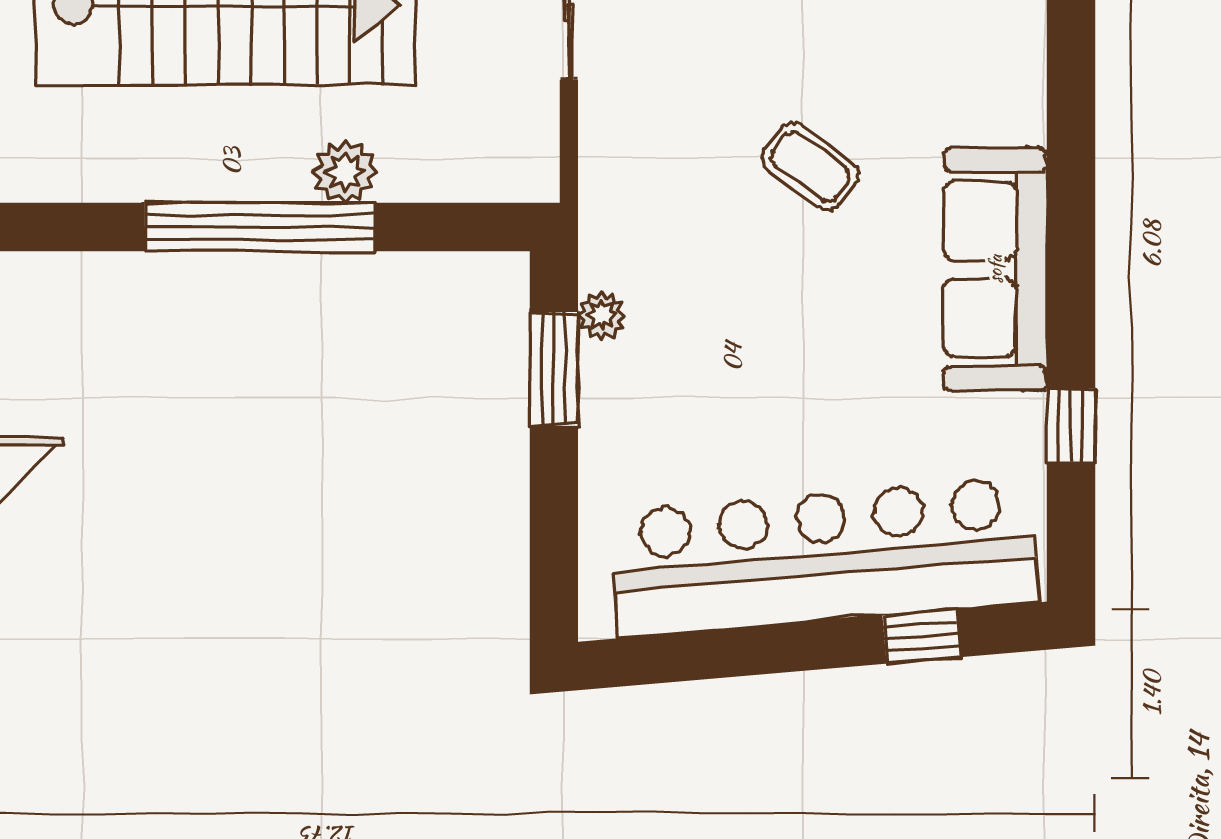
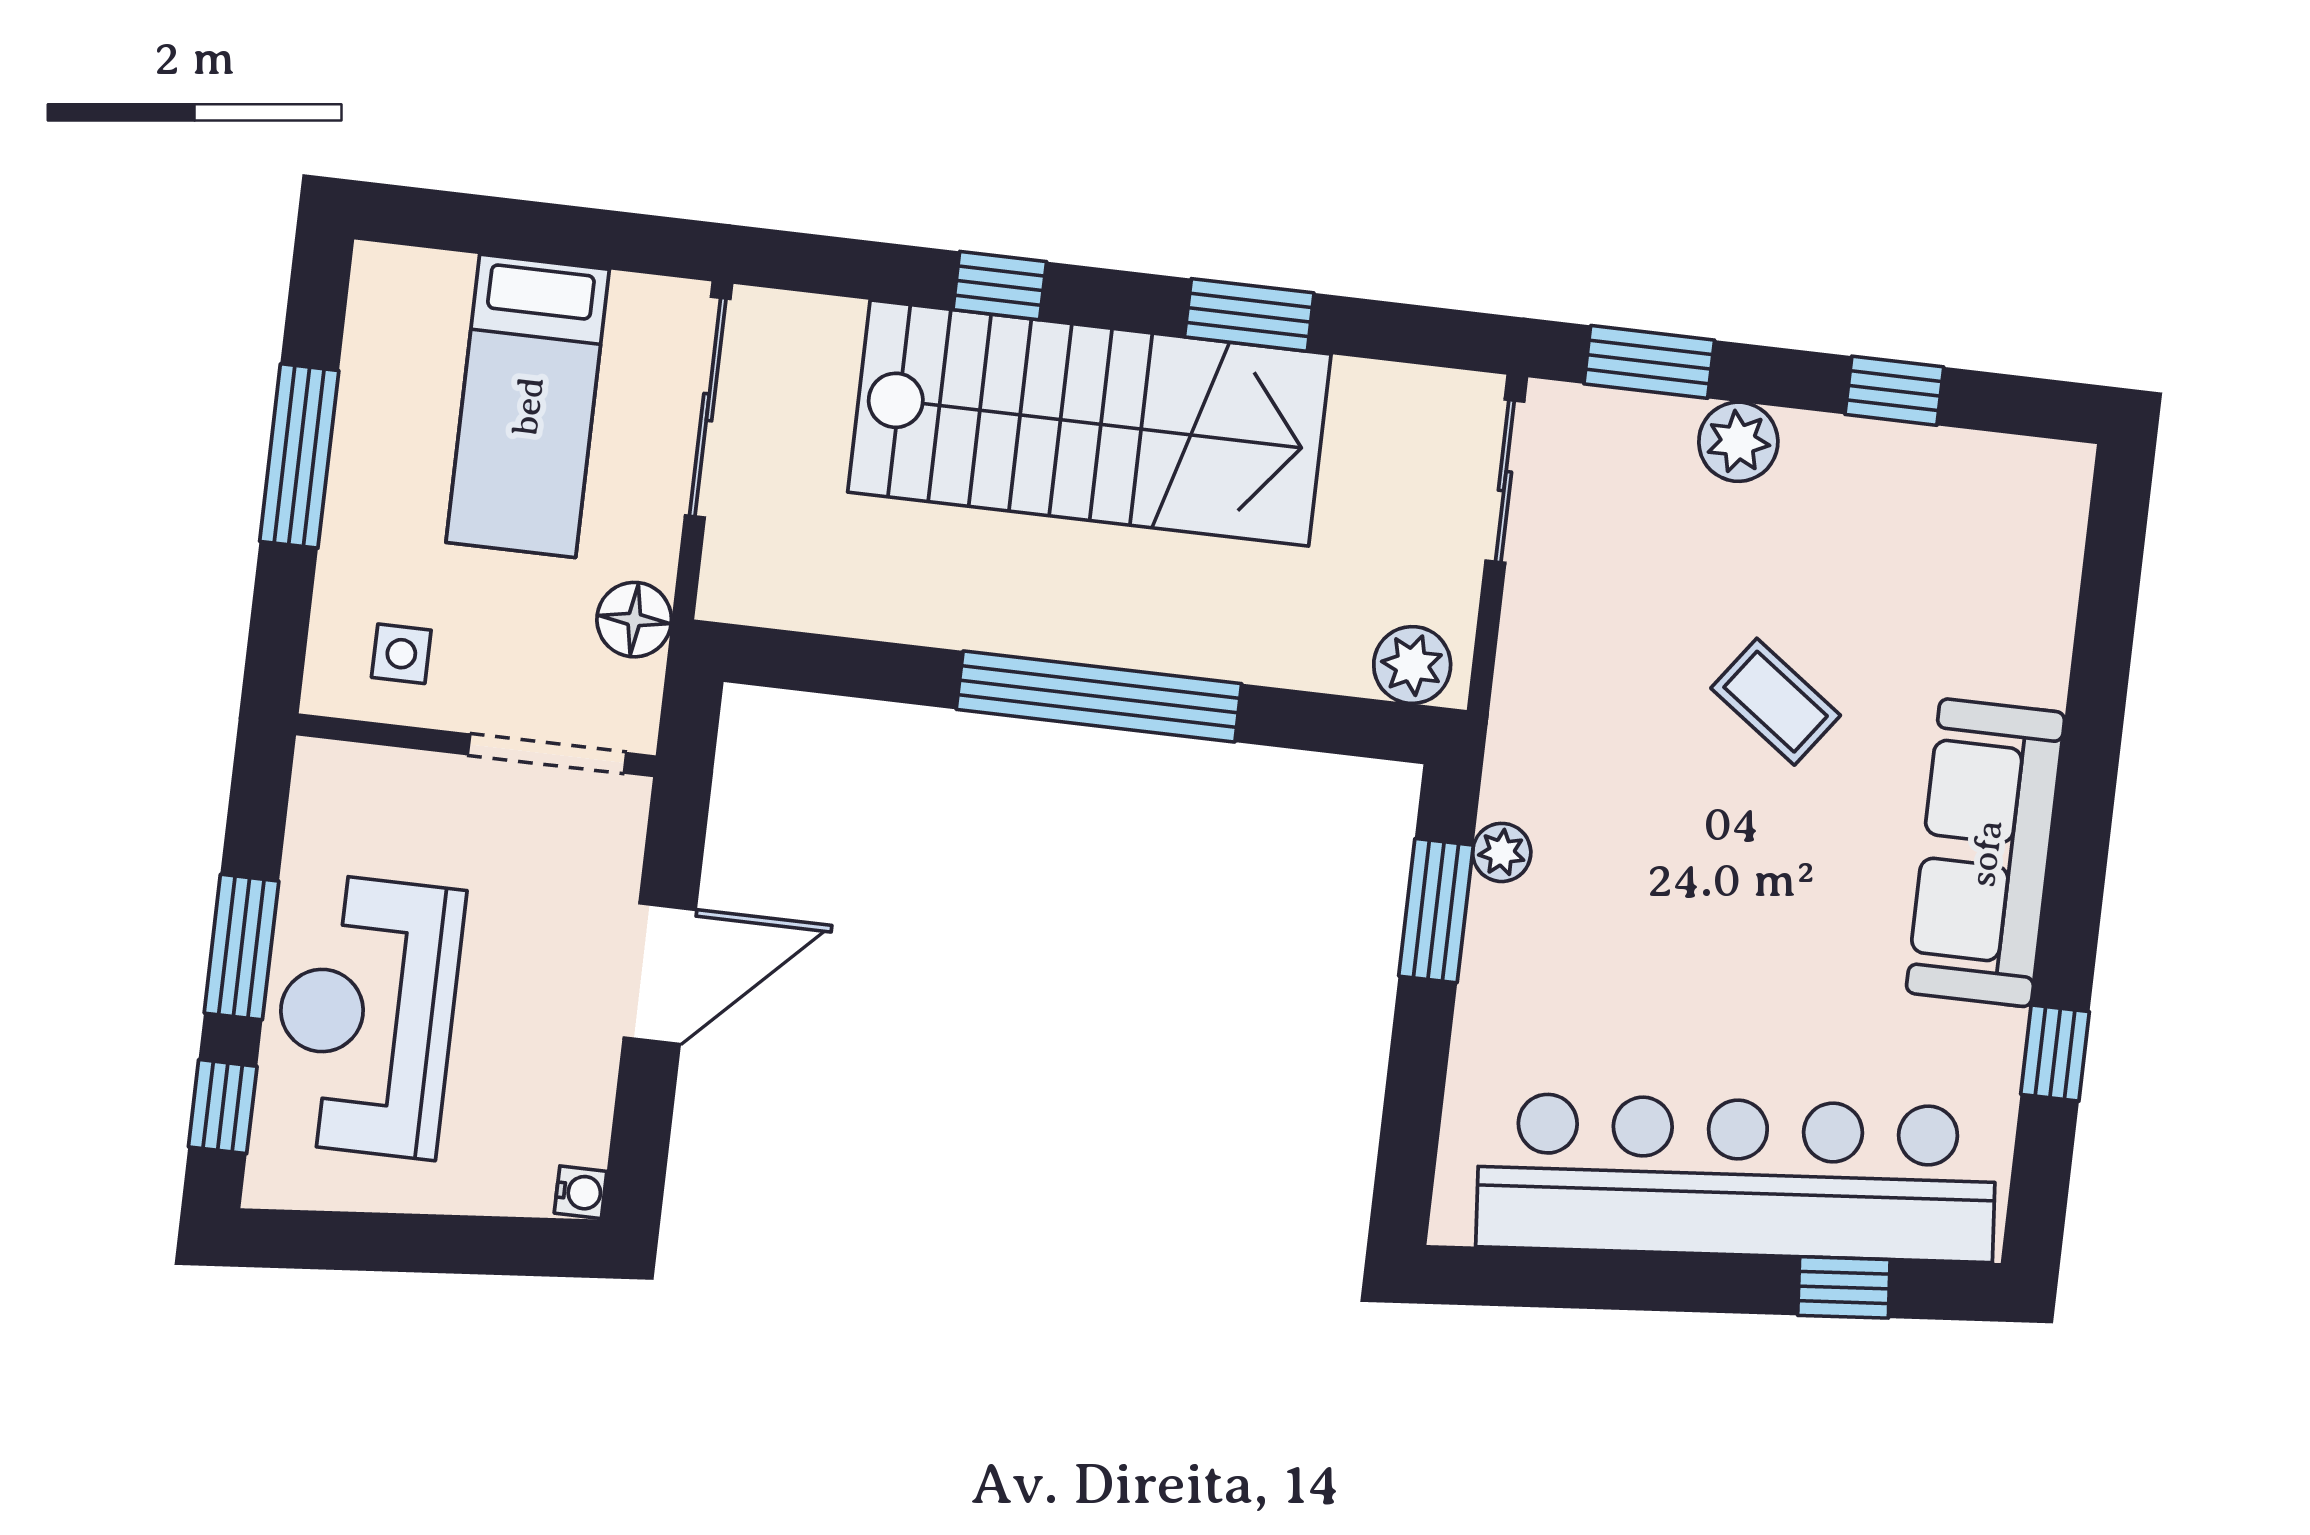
plant: (345, 171) -> (1412, 665), moved

